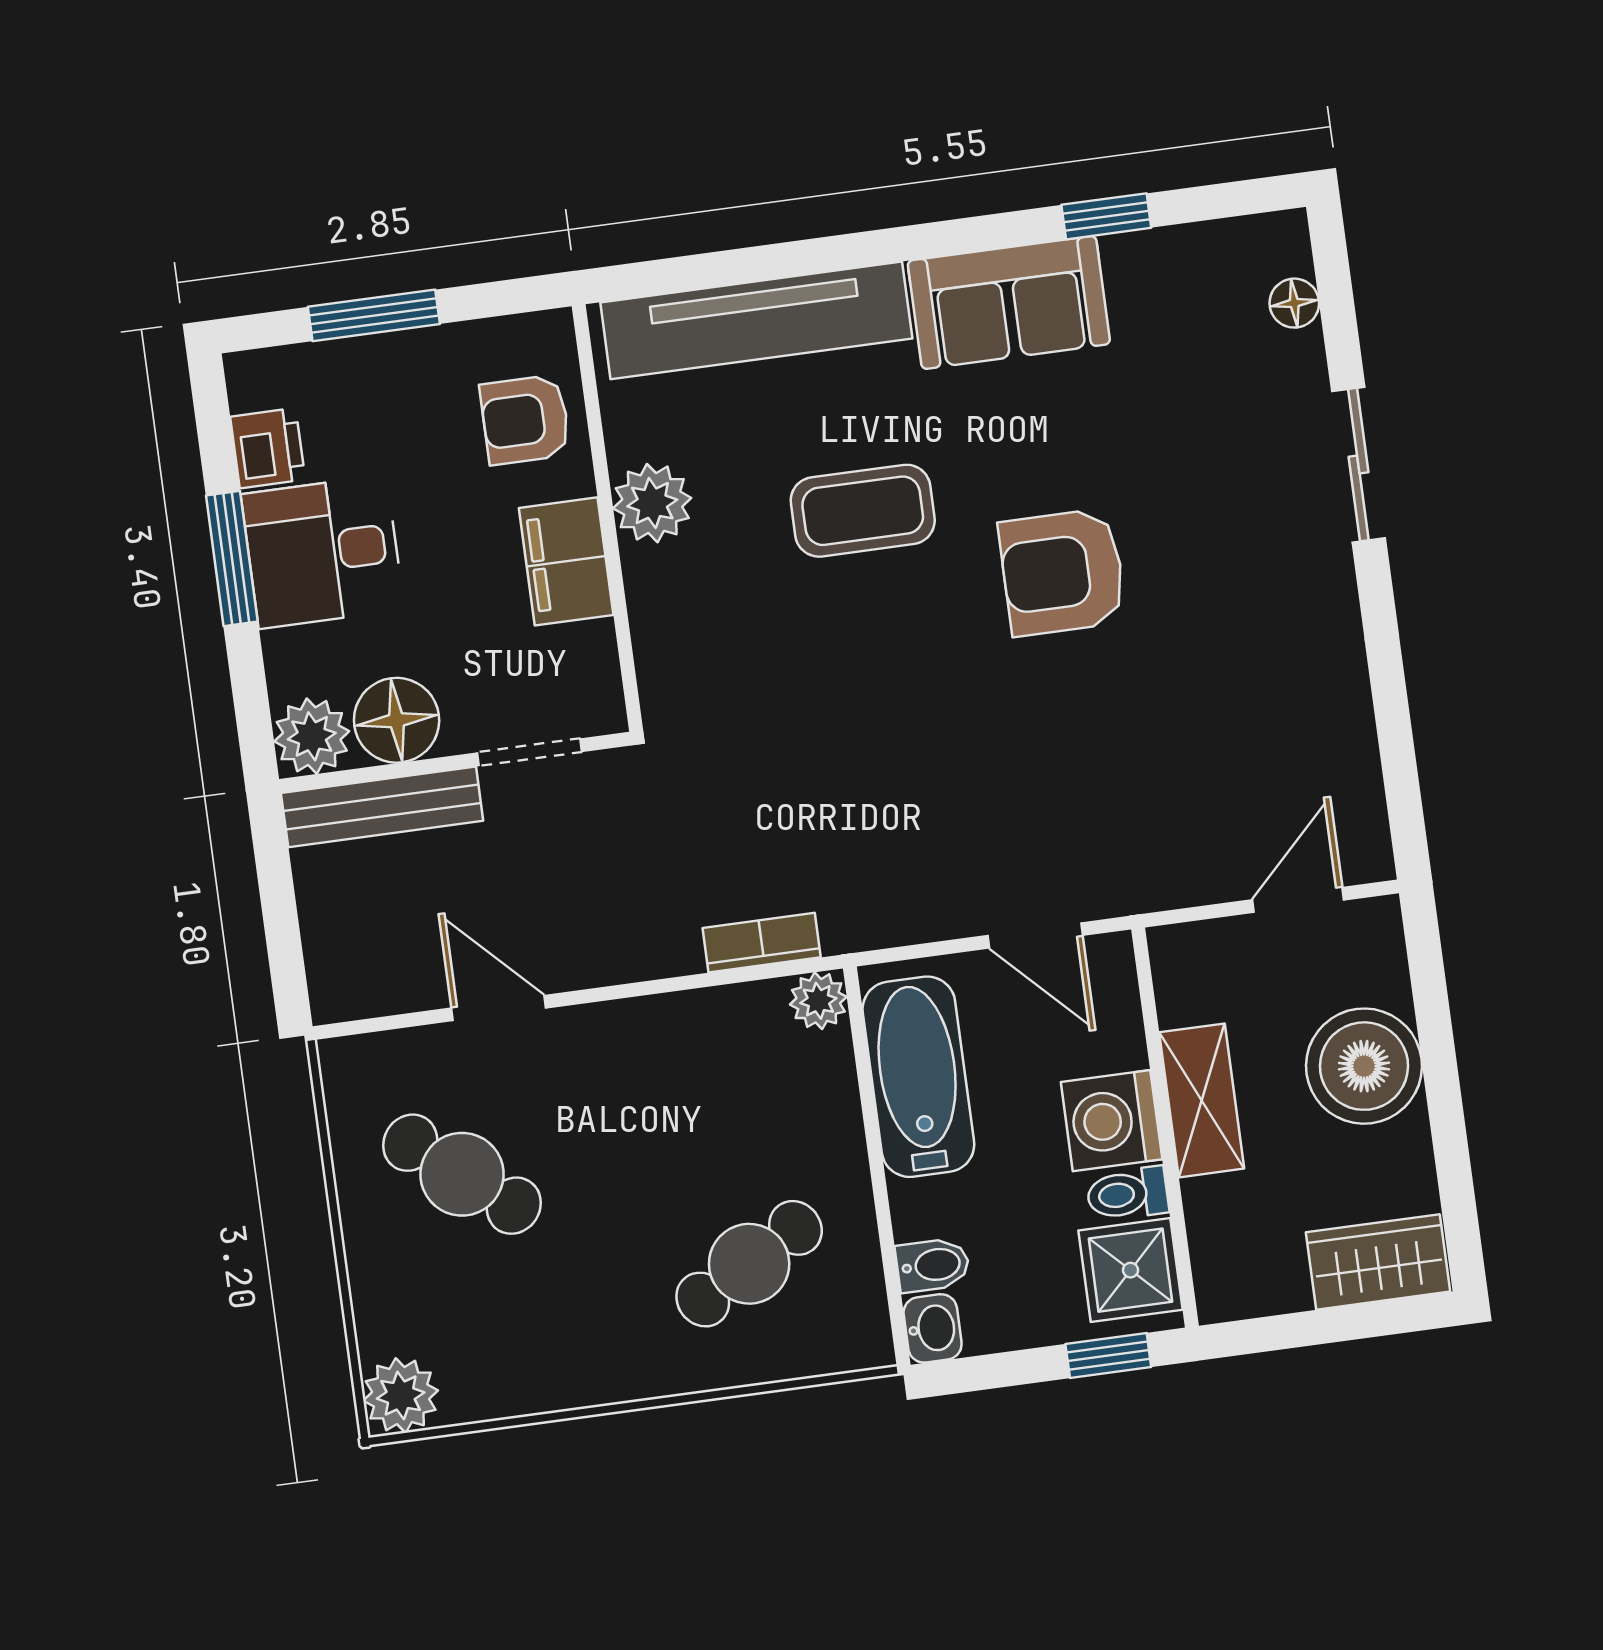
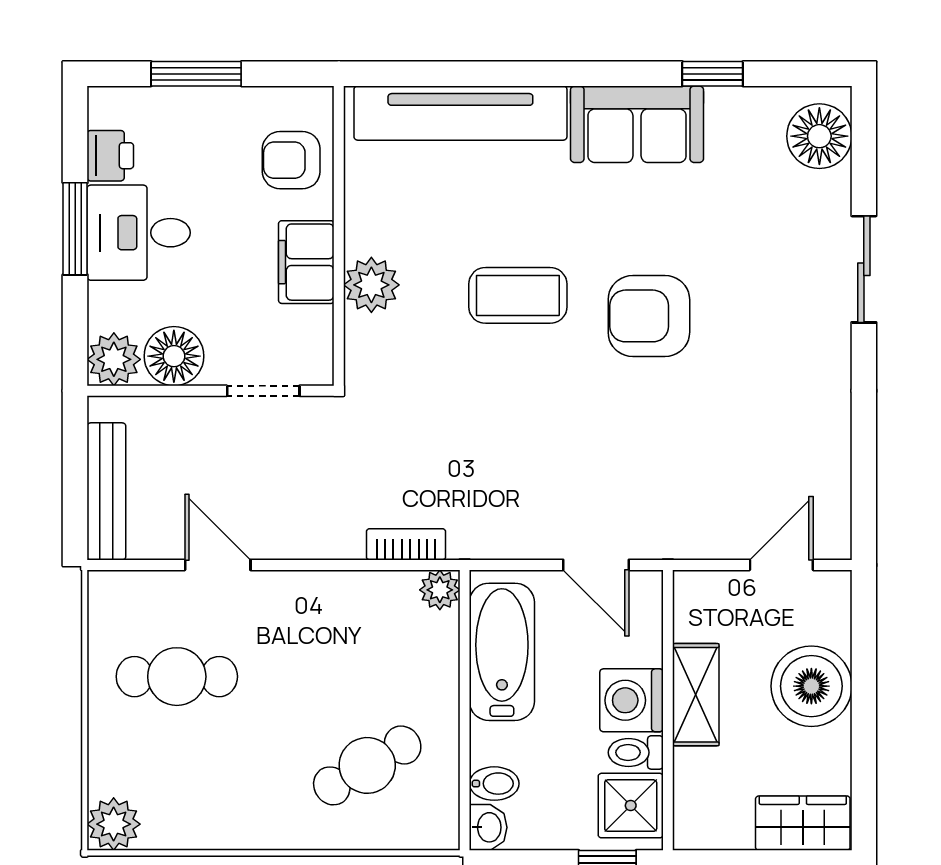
floor lamp: (1294, 303) -> (819, 136), width x1.89, depth x1.89
plant: (652, 503) -> (371, 285), moved
coffee table: (863, 511) -> (518, 295), moved
bench: (382, 807) -> (106, 491), moved, turned 90
cafe table: (462, 1174) -> (177, 677), turned -39

